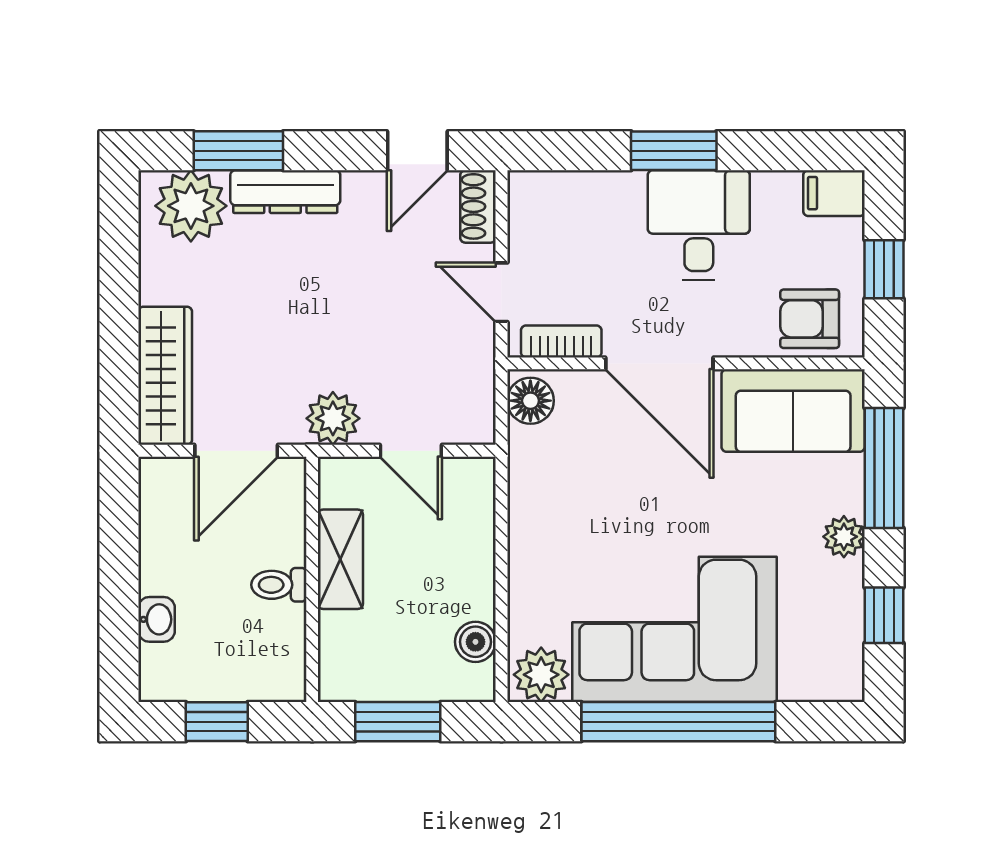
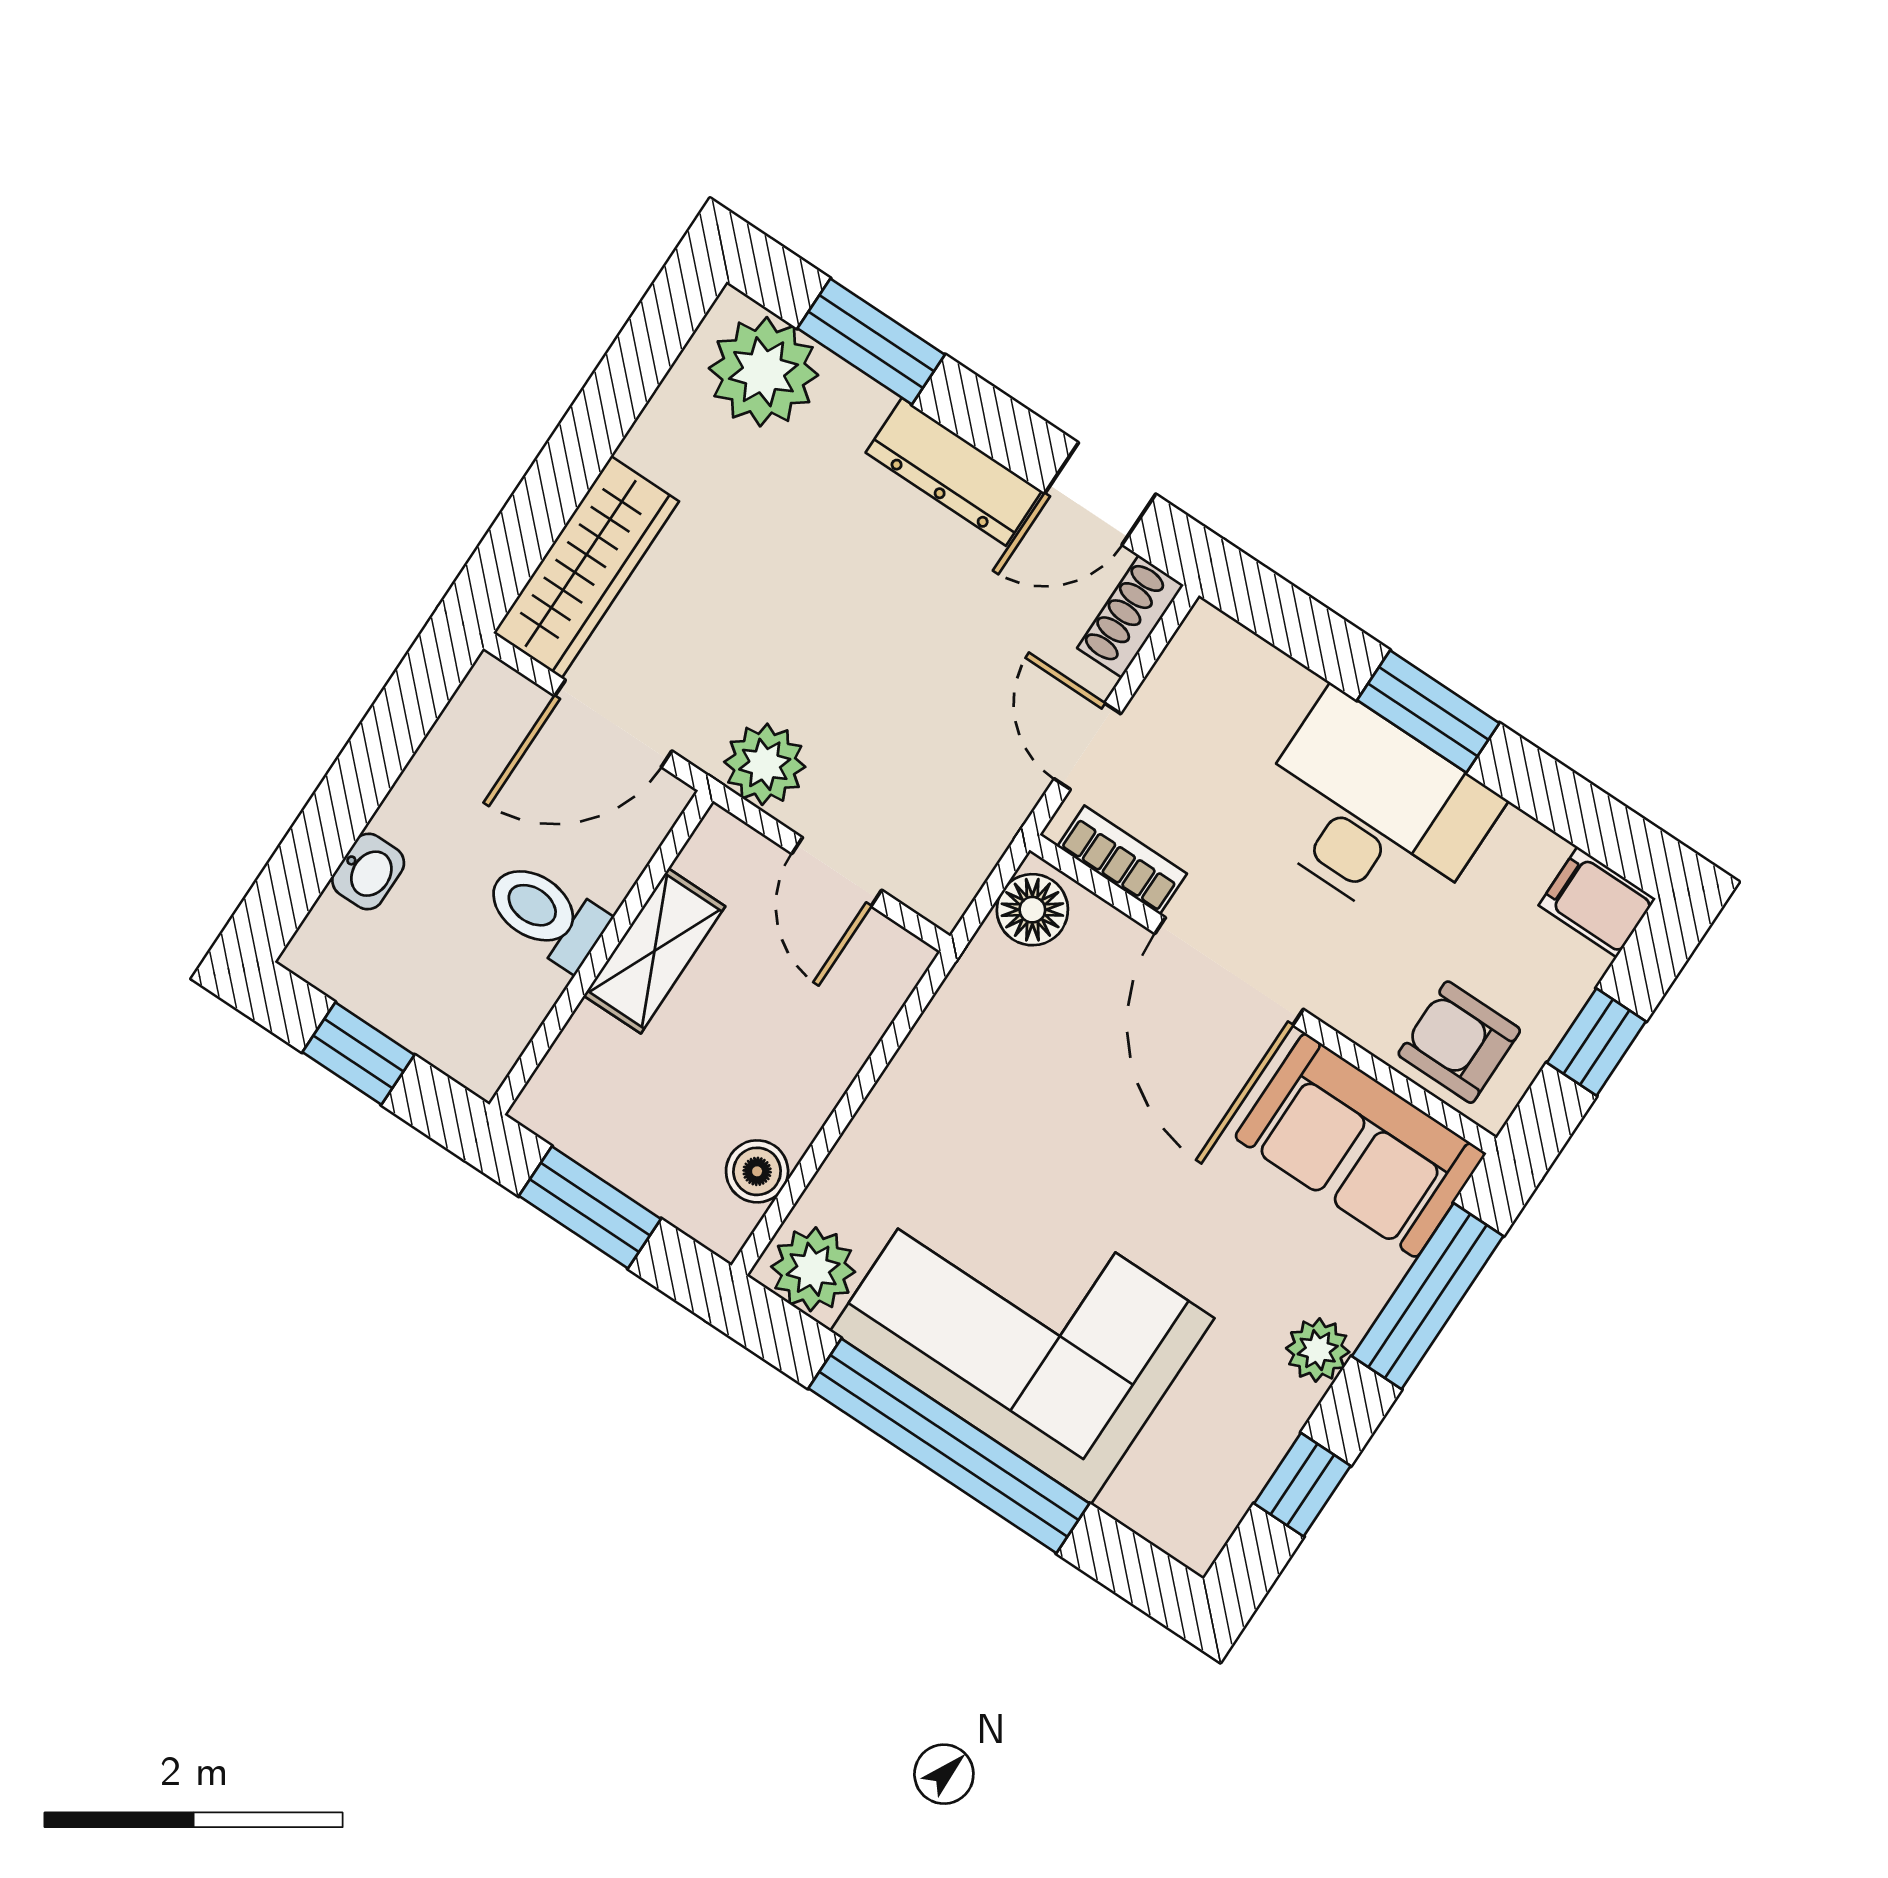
dresser: (285, 192) -> (954, 472), moved
desk: (699, 225) -> (1373, 812), width x1.37
toilet: (279, 585) -> (546, 914), width x1.37, depth x1.39

